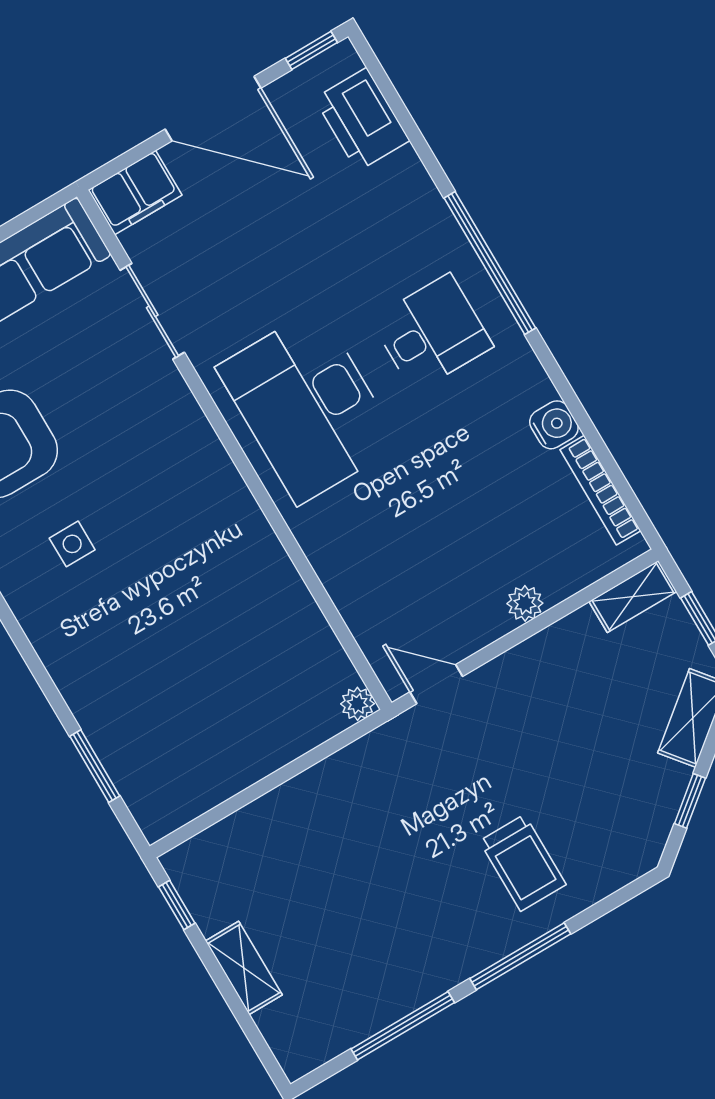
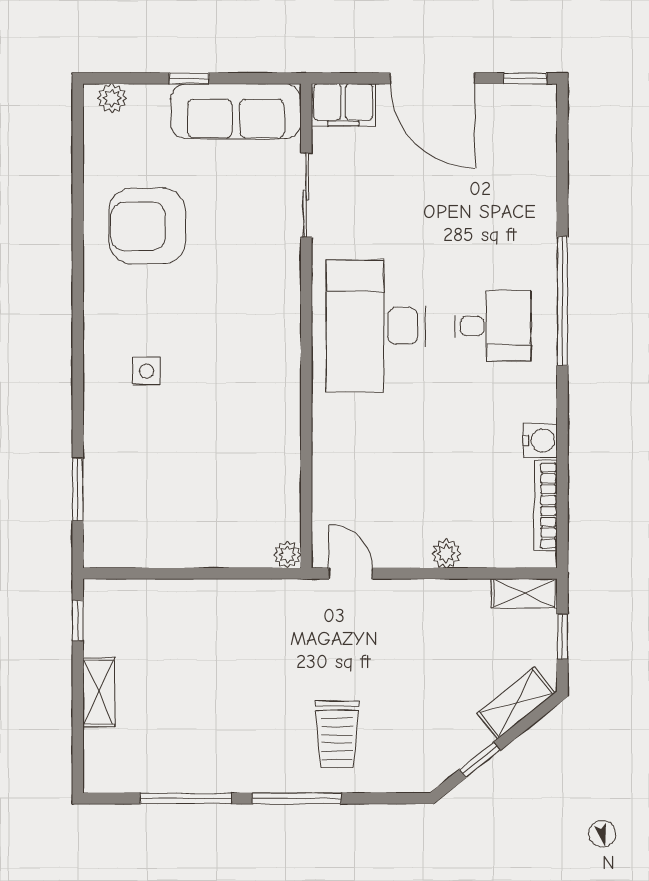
printer: (362, 120) -> (532, 148), removed
side table: (72, 544) -> (147, 371), moved

